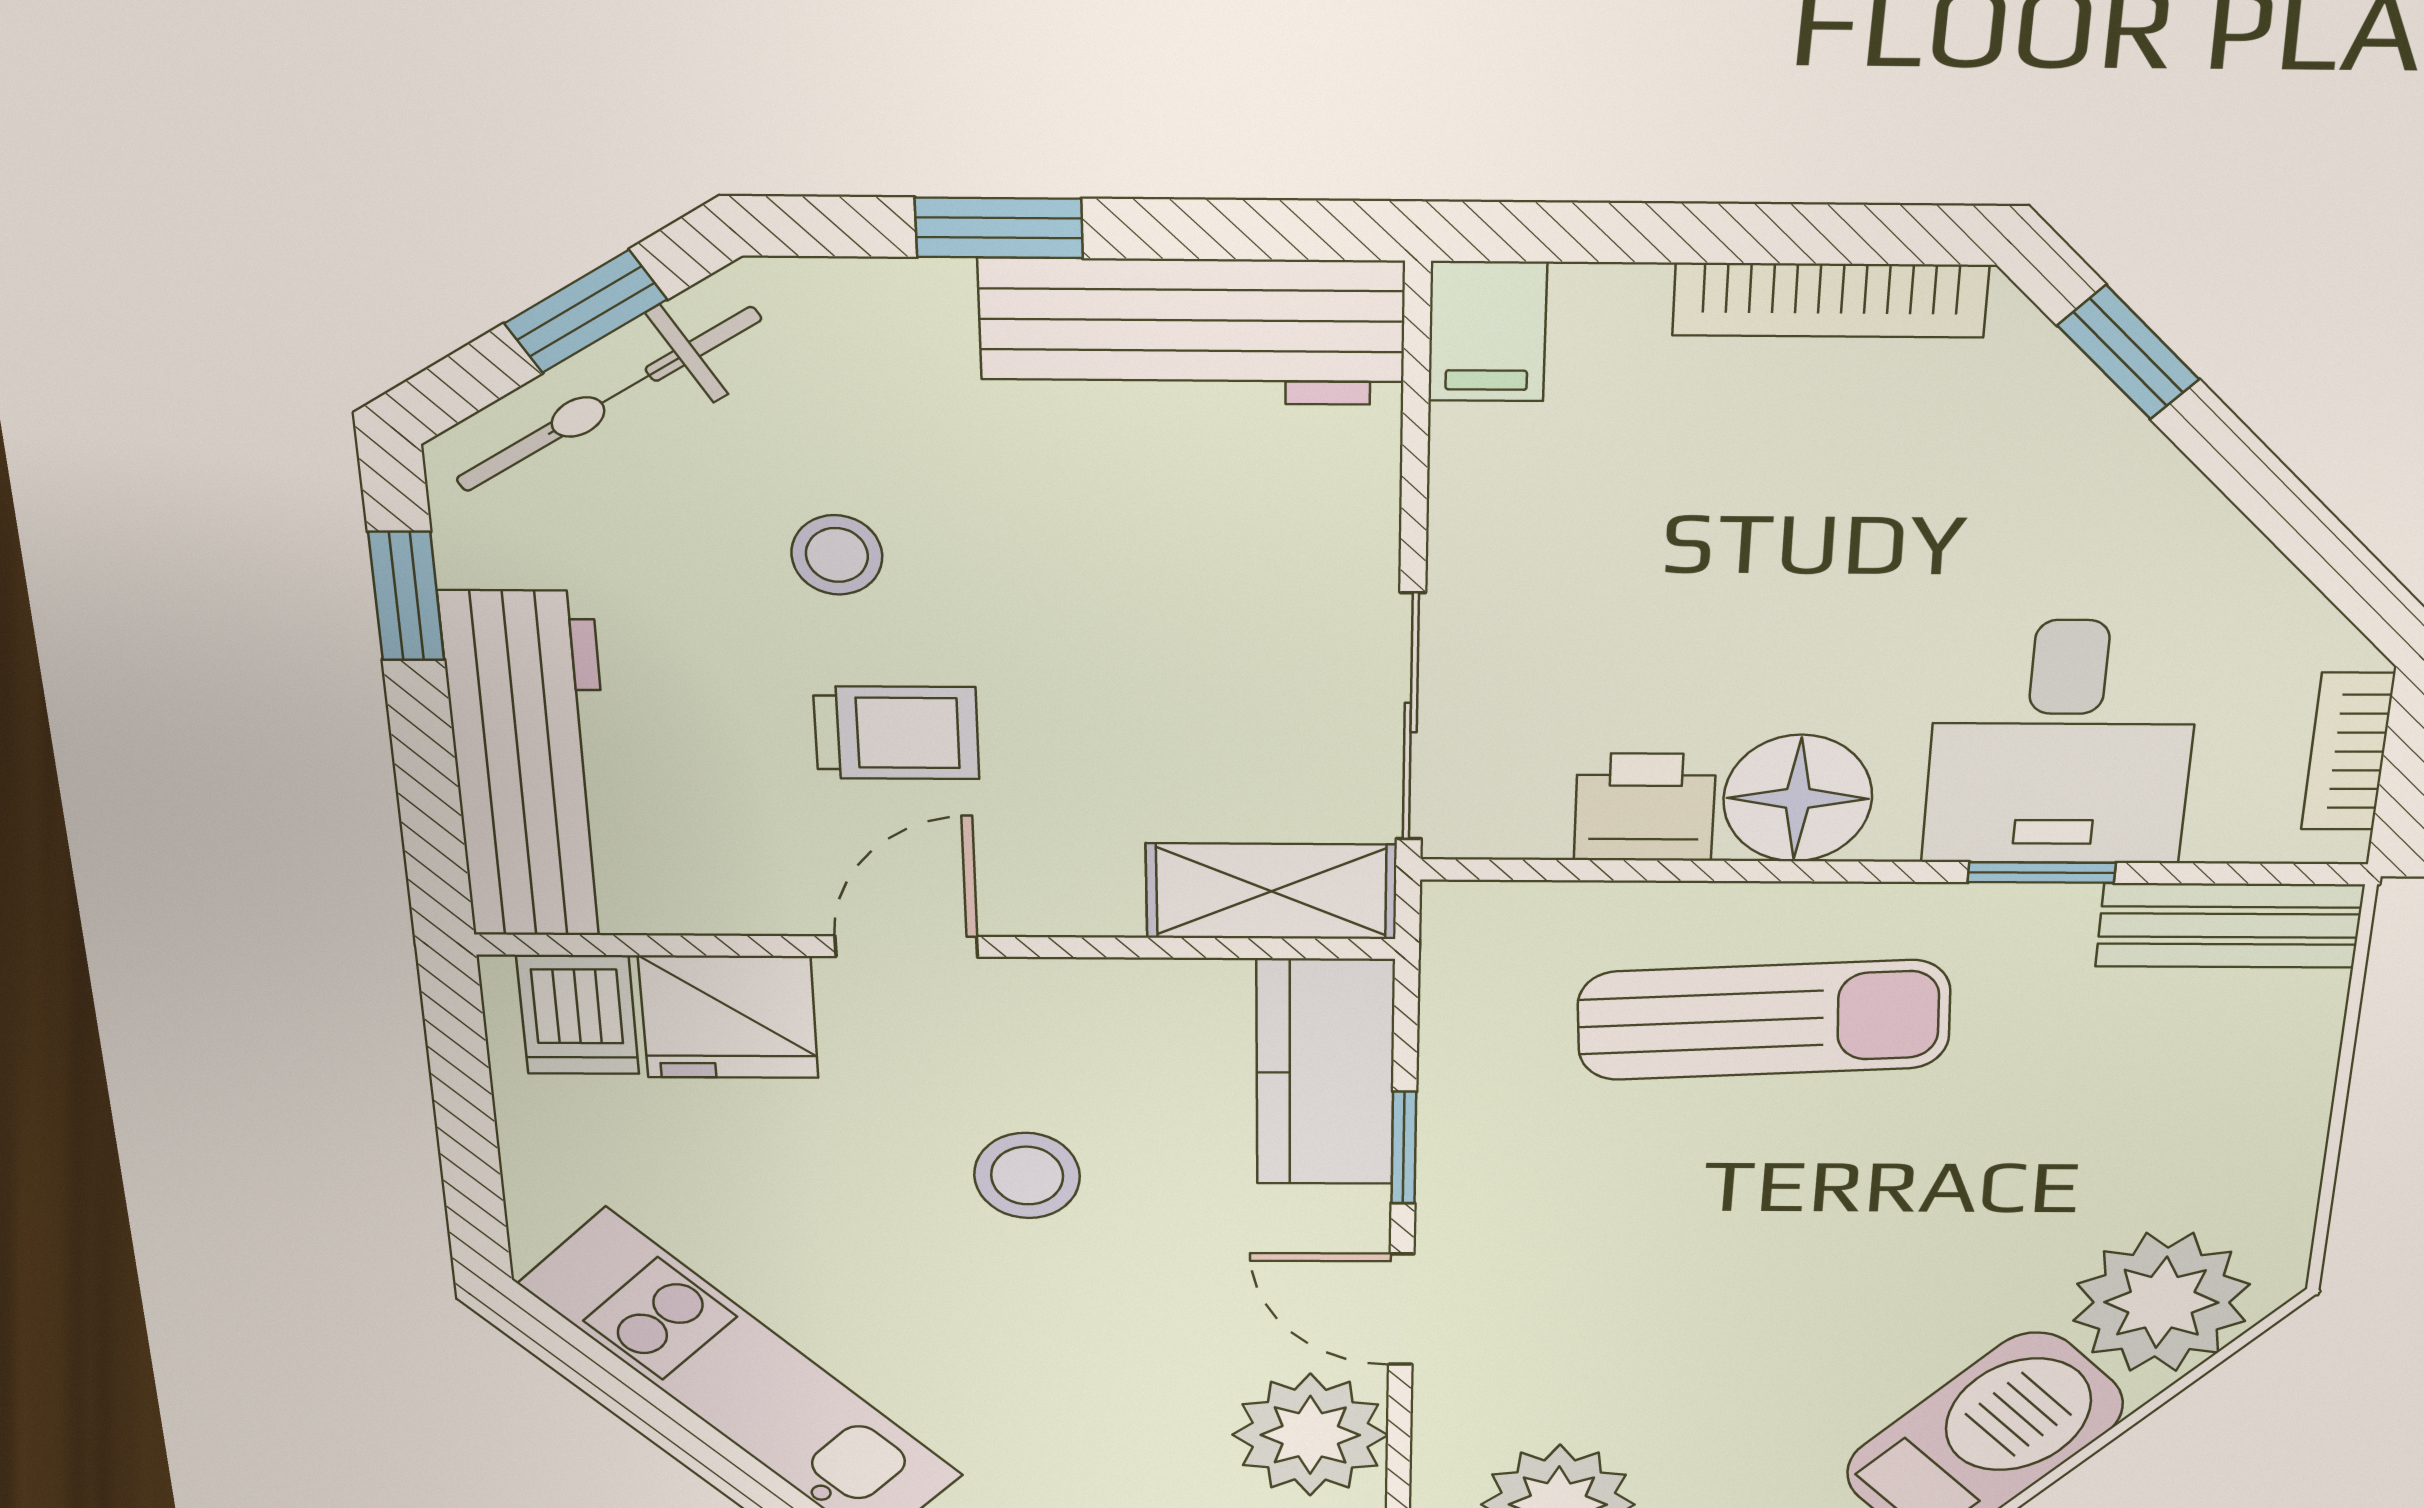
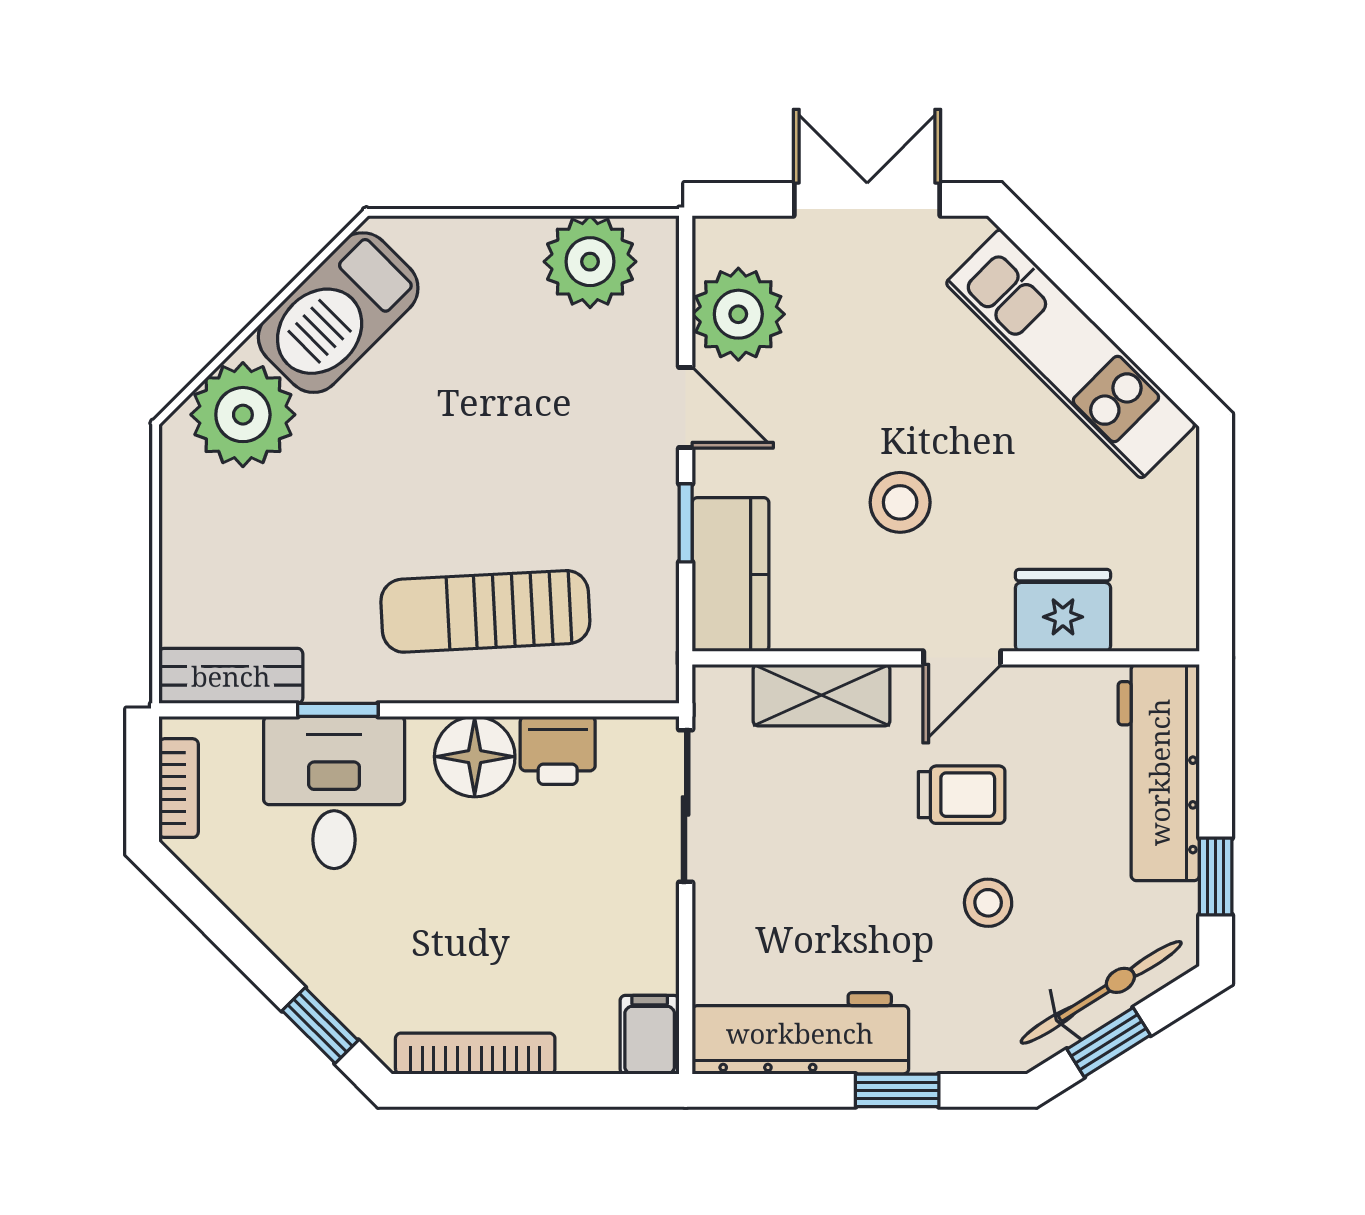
trolley: (896, 733) -> (962, 795), turned 180
shelving: (1271, 891) -> (822, 695), moved
dishwasher: (578, 1015) -> (1147, 611), removed

